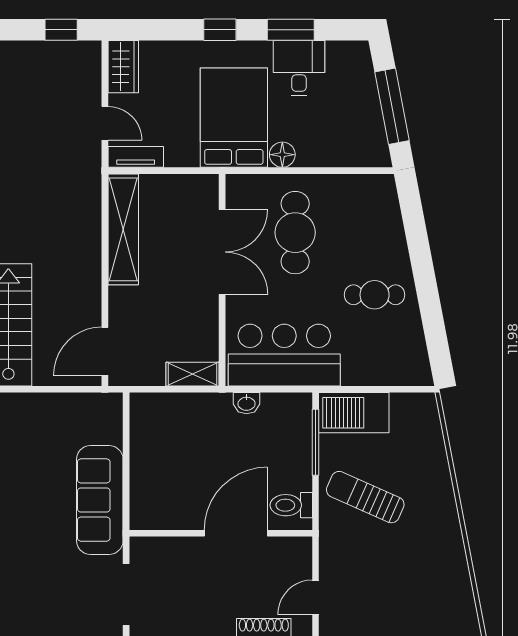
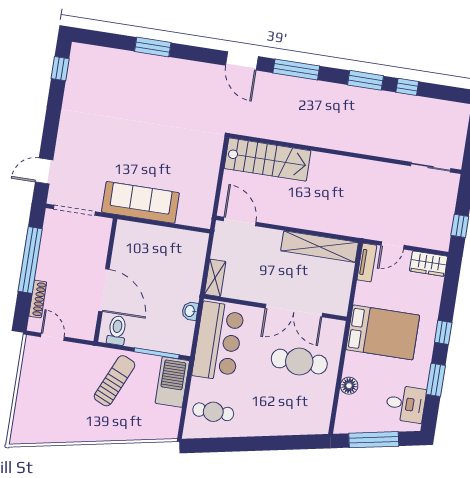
desk: (299, 68) -> (406, 404), moved
floor lamp: (282, 155) -> (349, 386), moved
cafe table: (375, 295) -> (213, 412), moved, turned 90

